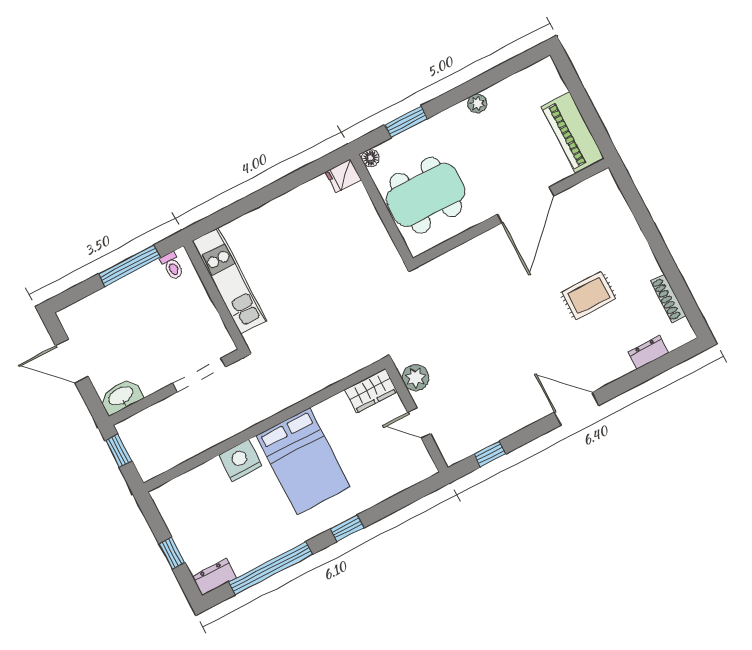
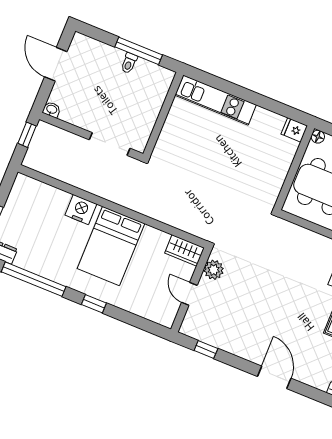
toilet: (172, 266) -> (129, 63), moved
kitchen unit: (229, 281) -> (216, 100), moved, turned 90
washbasin: (121, 396) -> (52, 110), width x0.52, depth x0.69

